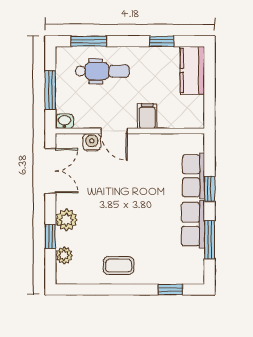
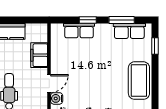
filing cabinet: (147, 116) -> (39, 55), width x2.00
row of seats: (193, 224) -> (129, 31), moved
coffee table: (119, 266) -> (139, 81), width x1.86, depth x1.72

